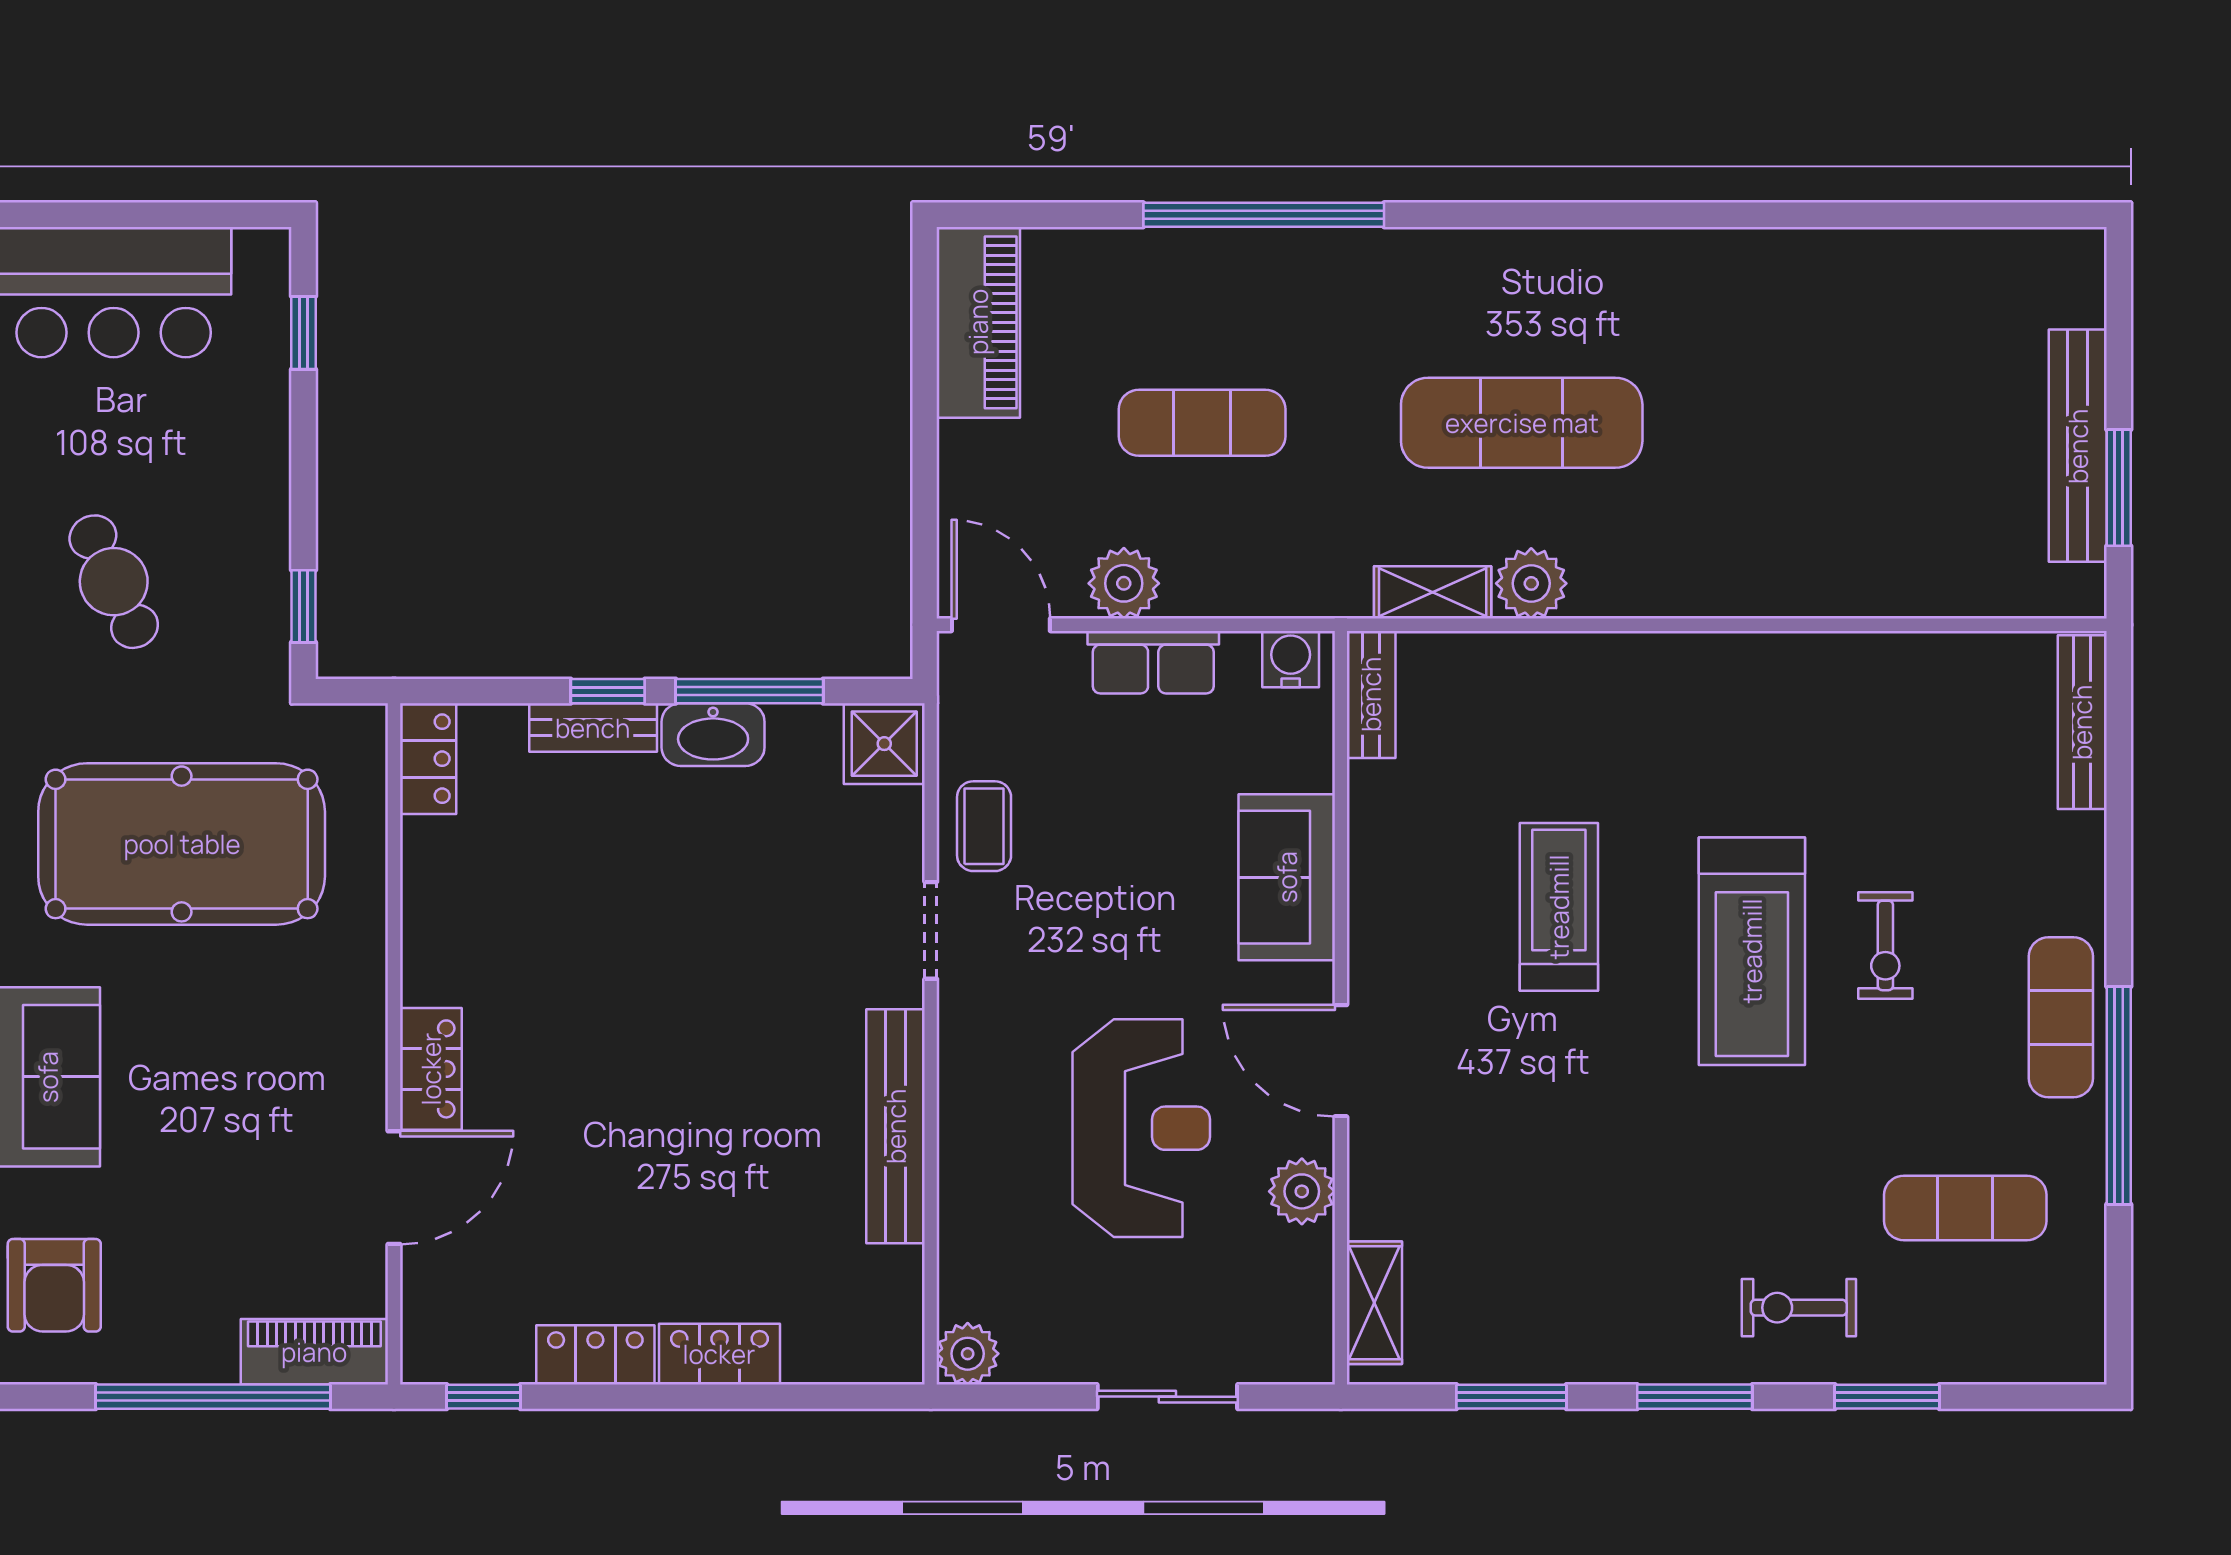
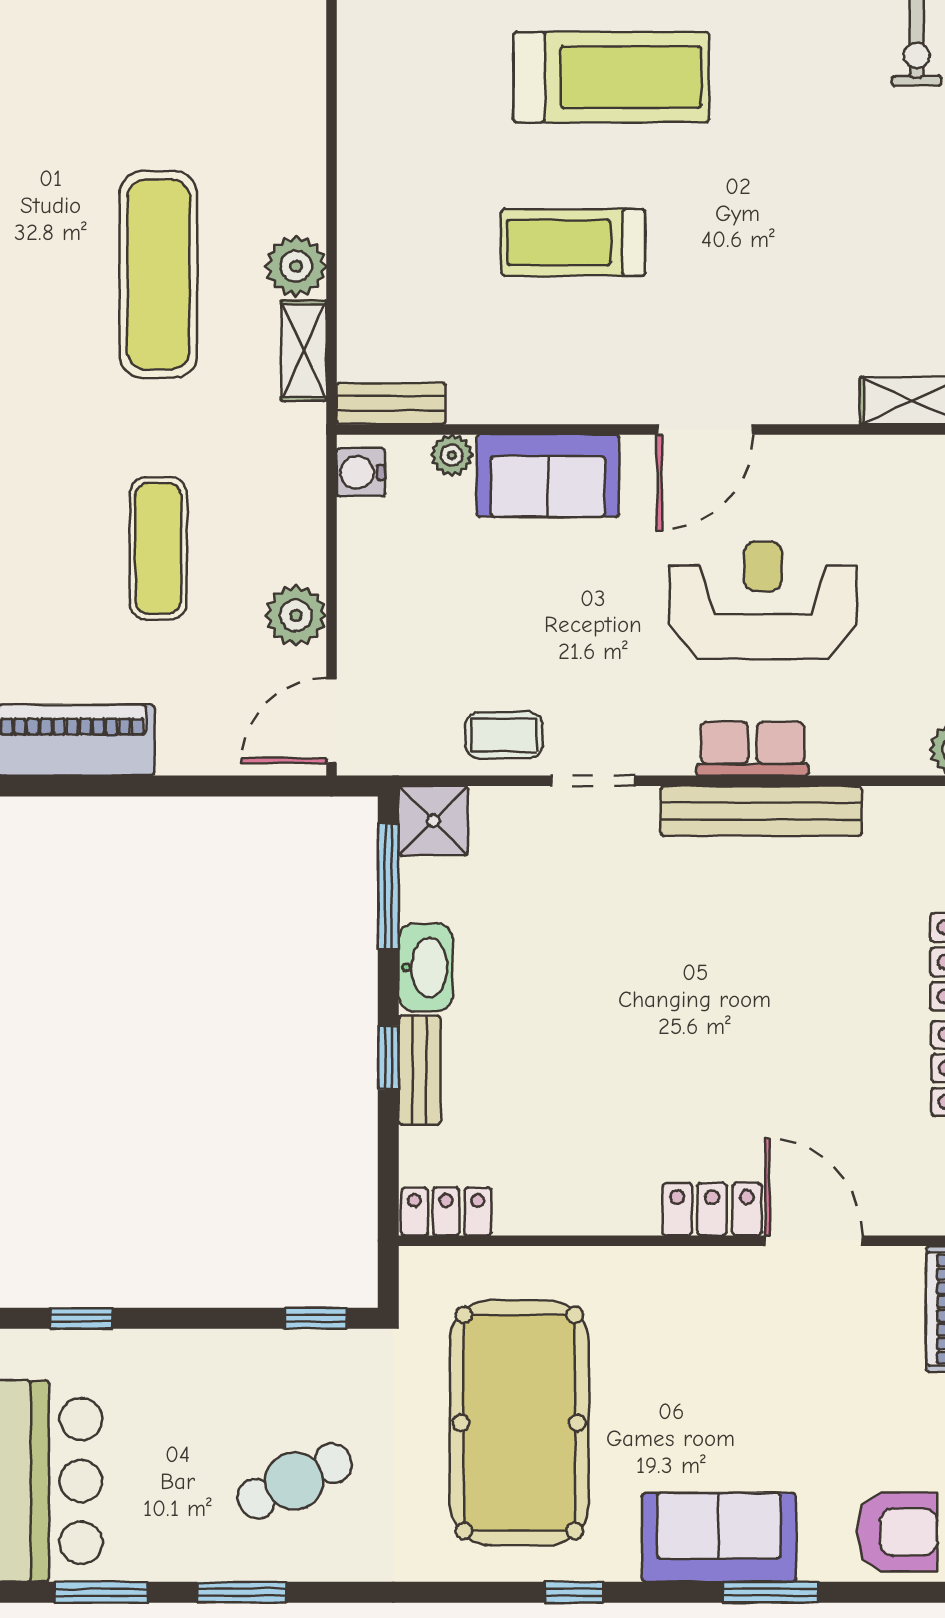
row of seats: (1153, 662) -> (752, 749), moved, turned -90
window: (749, 691) -> (388, 886), moved
plant: (1302, 1191) -> (452, 455), moved, width x0.73, depth x0.73

